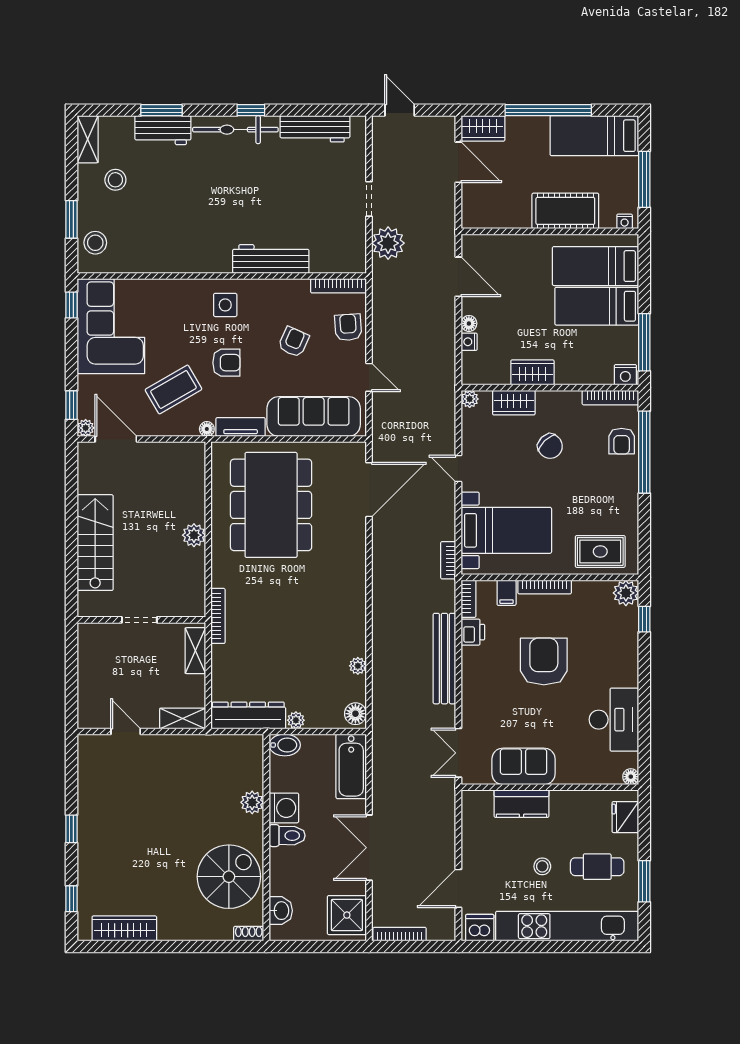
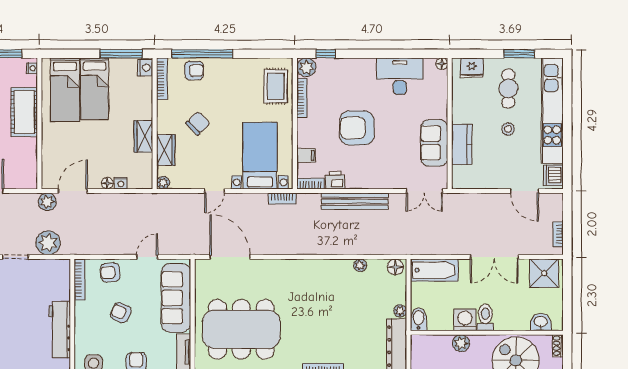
plant: (444, 242) -> (47, 202), added
bookcase: (545, 587) -> (302, 98), moved
bookcase: (400, 934) -> (558, 234), width x0.64

